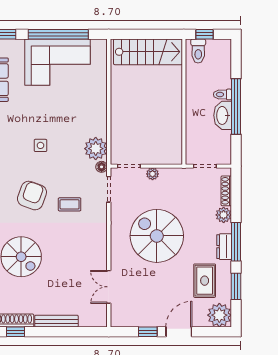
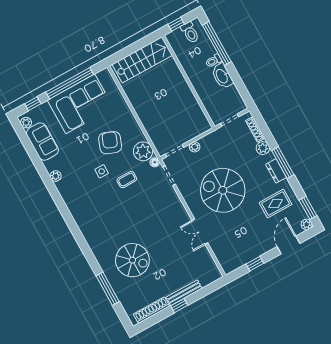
toilet: (198, 51) -> (190, 32), moved
window: (236, 107) -> (217, 44), moved
armchair: (32, 196) -> (110, 143), moved
coffee table: (70, 204) -> (127, 180), moved
rug: (205, 281) -> (276, 204), turned 90
window: (236, 286) -> (308, 208), moved
double door: (109, 287) -> (200, 232), moved
plant: (219, 315) -> (307, 224), width x0.53, depth x0.53
window: (15, 332) -> (179, 306), moved
door: (179, 332) -> (288, 245), moved

